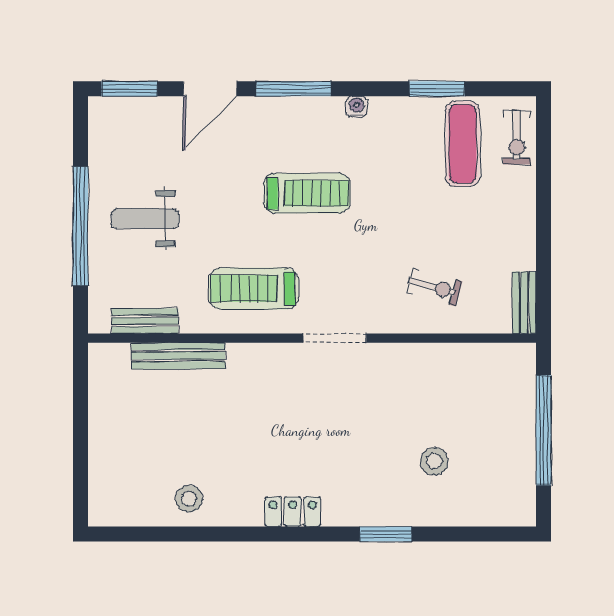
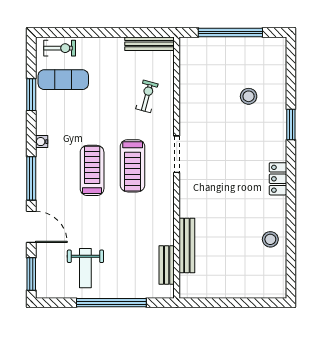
weight bench: (145, 219) -> (85, 268), moved
treadmill: (254, 289) -> (133, 166), moved
bench: (524, 303) -> (149, 44), width x1.36

